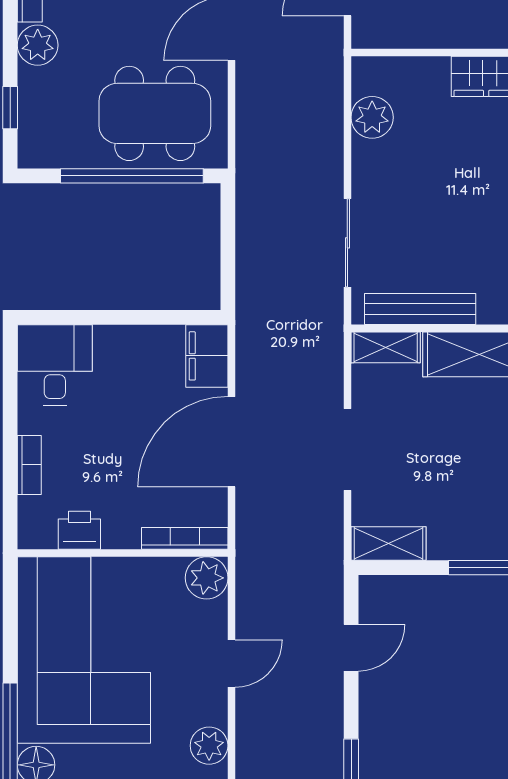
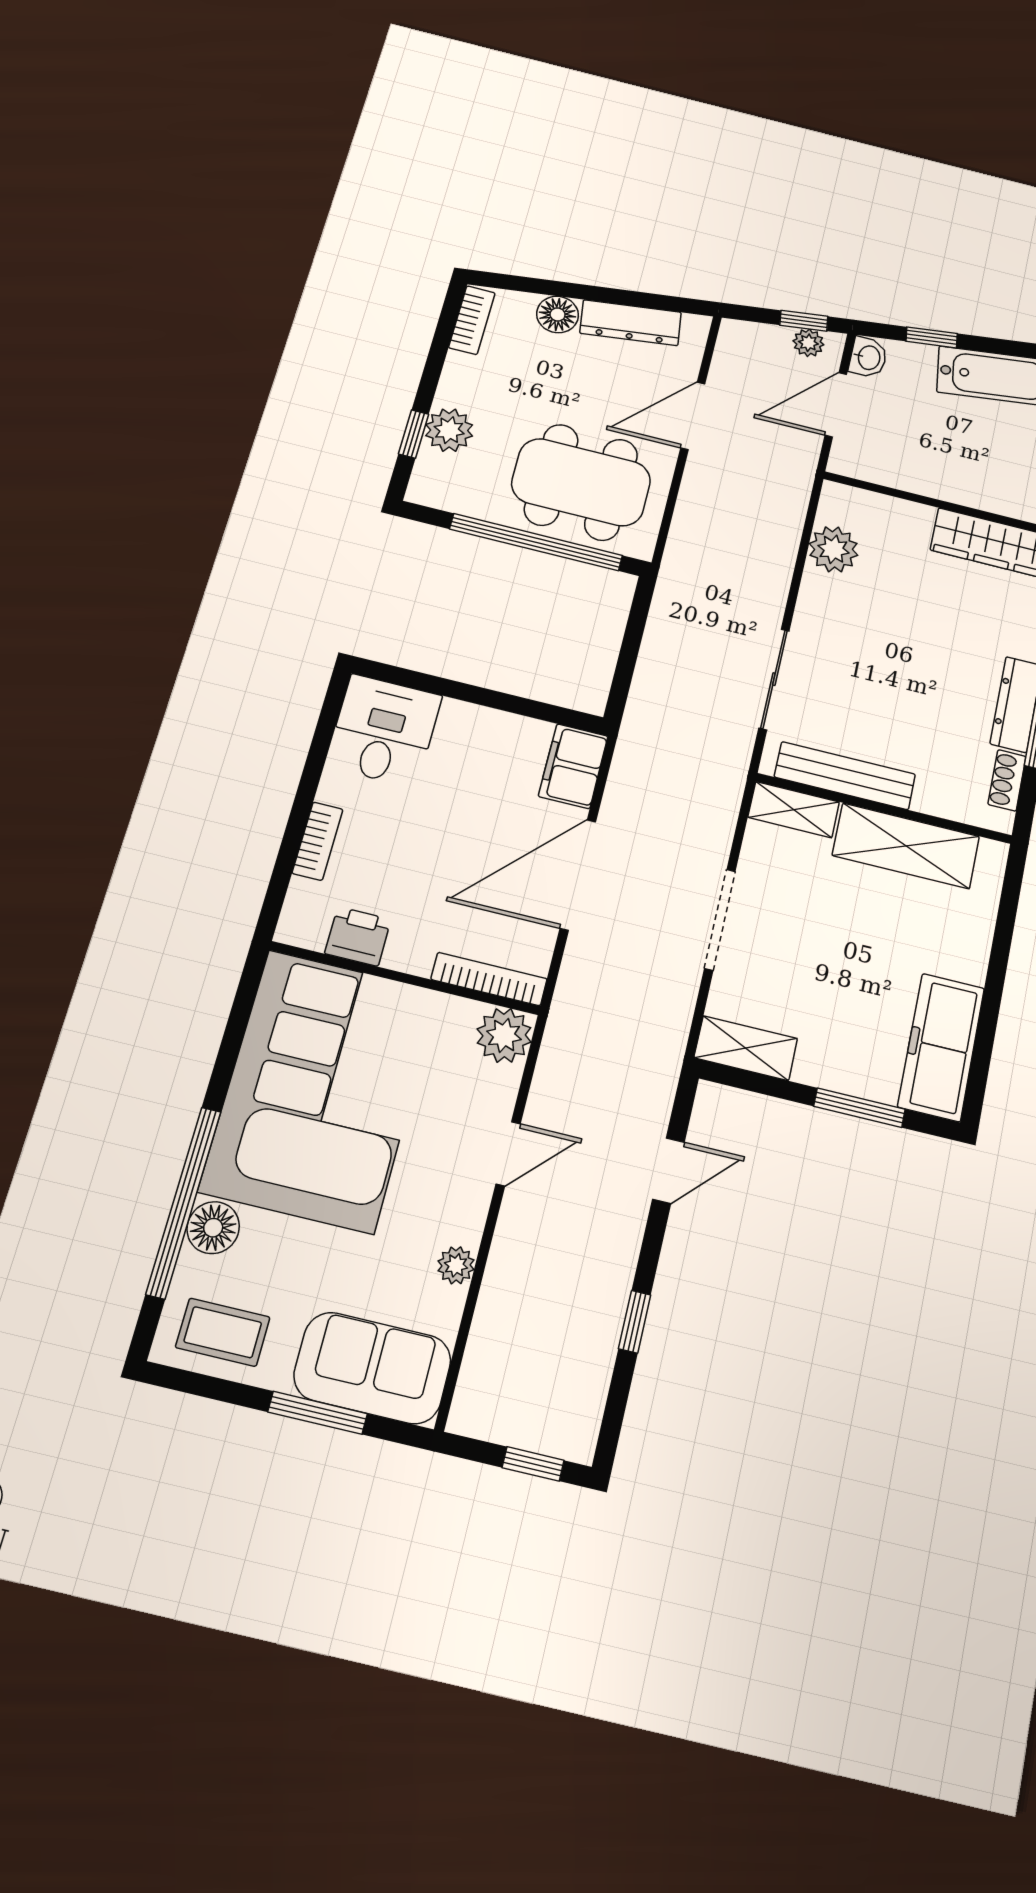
plant: (38, 45) -> (449, 430), moved
plant: (209, 746) -> (456, 1265), width x0.73, depth x0.73

